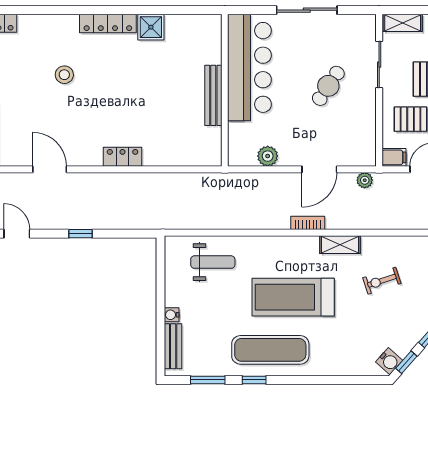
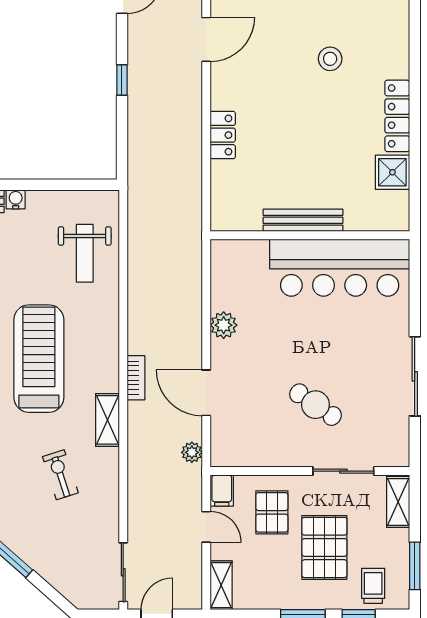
bar counter: (249, 67) -> (340, 268), moved
wall: (225, 90) -> (310, 235), moved
bench: (213, 95) -> (303, 220), moved

